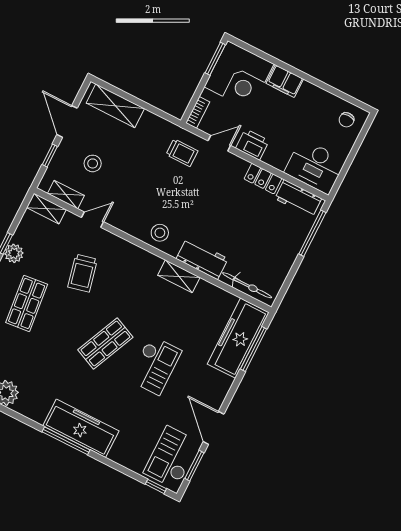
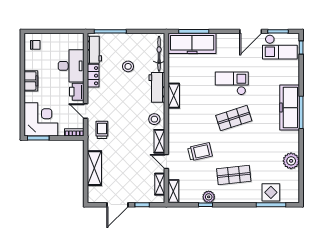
filing cabinet: (285, 81) -> (31, 81), moved
shelving: (115, 106) -> (94, 168), moved
stool: (93, 163) -> (128, 66), moved
desk: (315, 166) -> (71, 66), moved
shelving: (126, 224) -> (159, 141), added
shop shelf: (105, 343) -> (234, 118), turned -42

